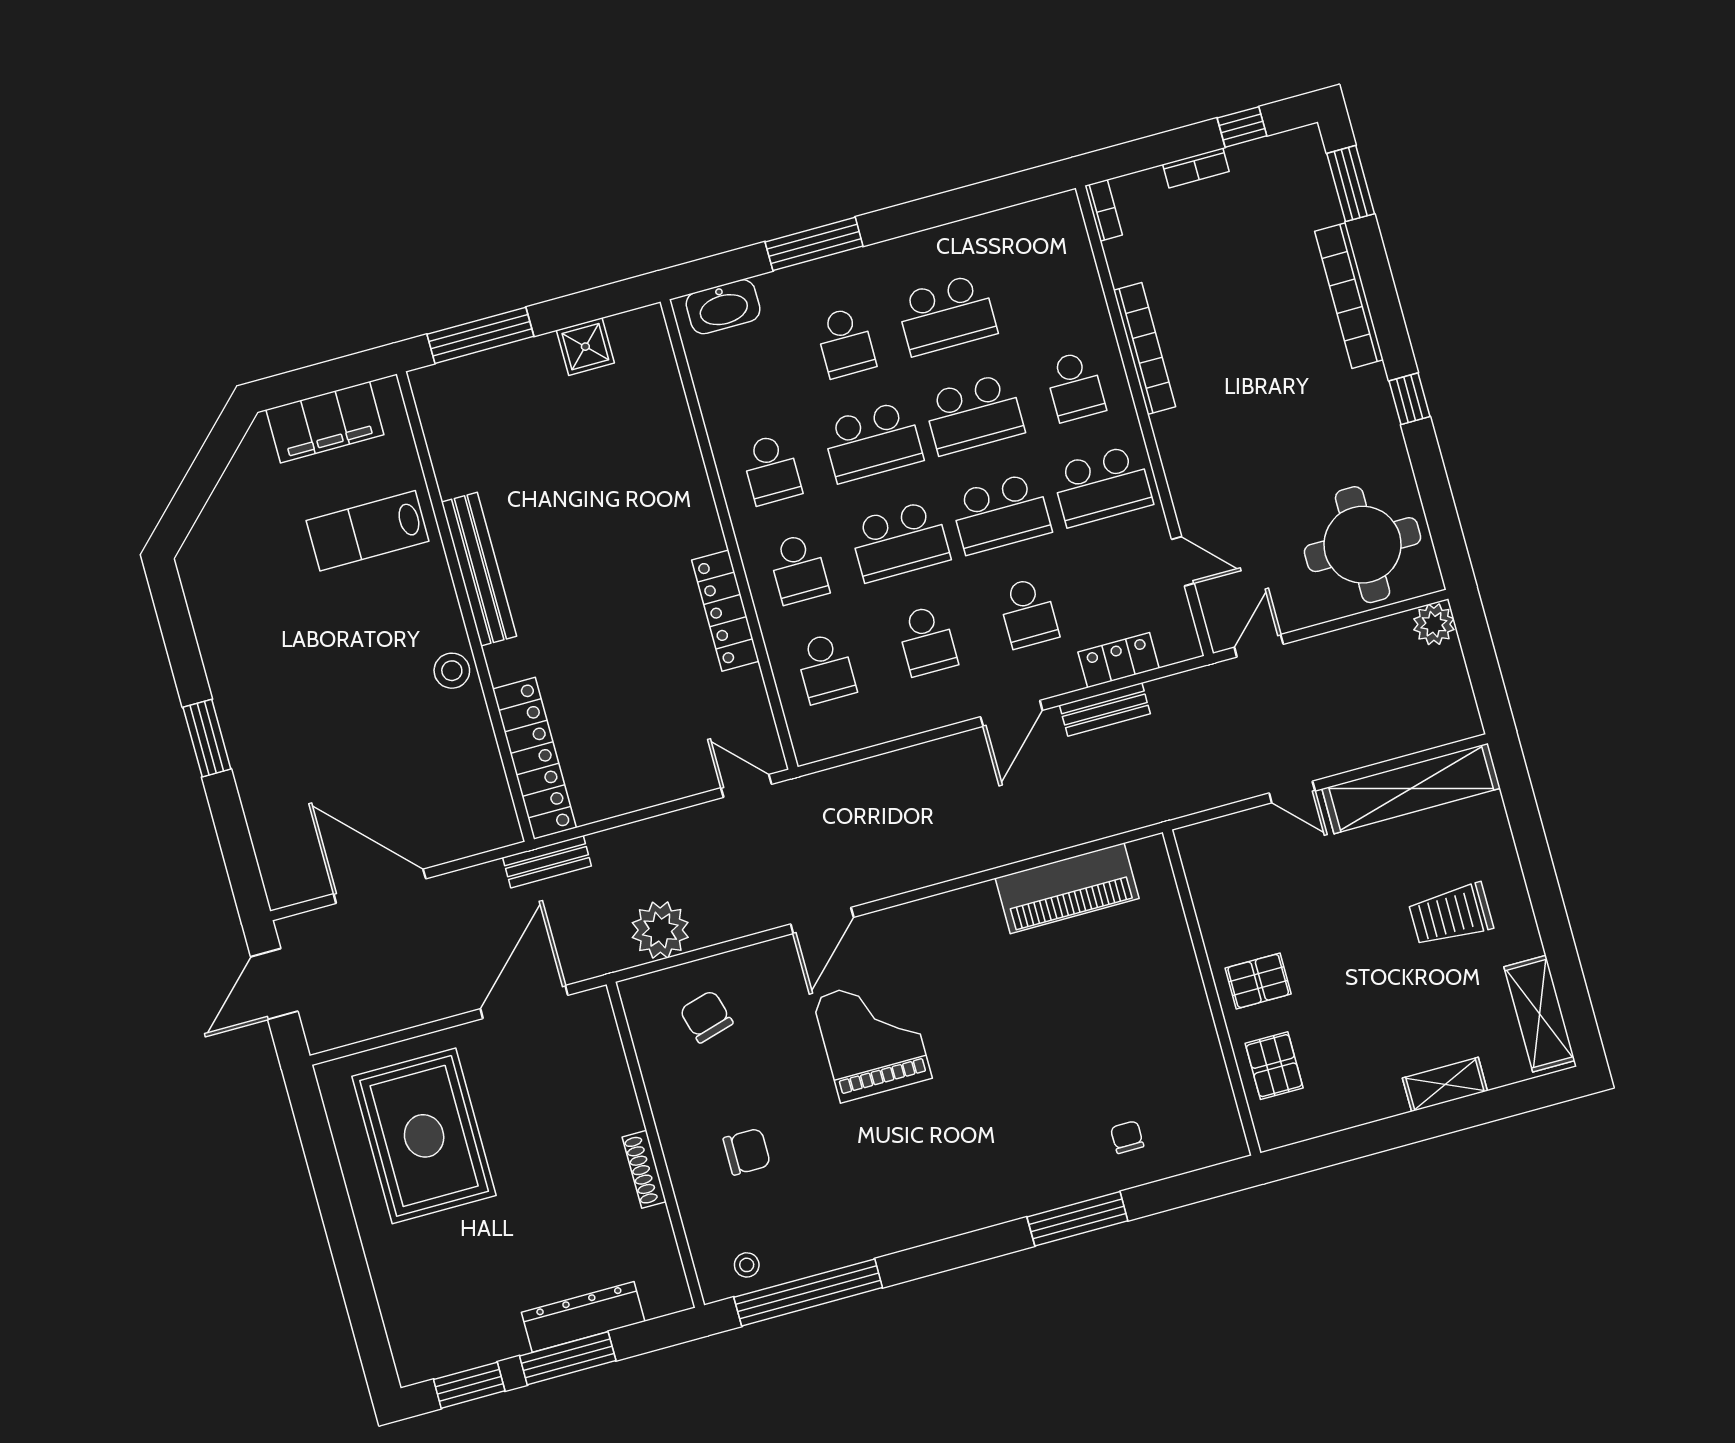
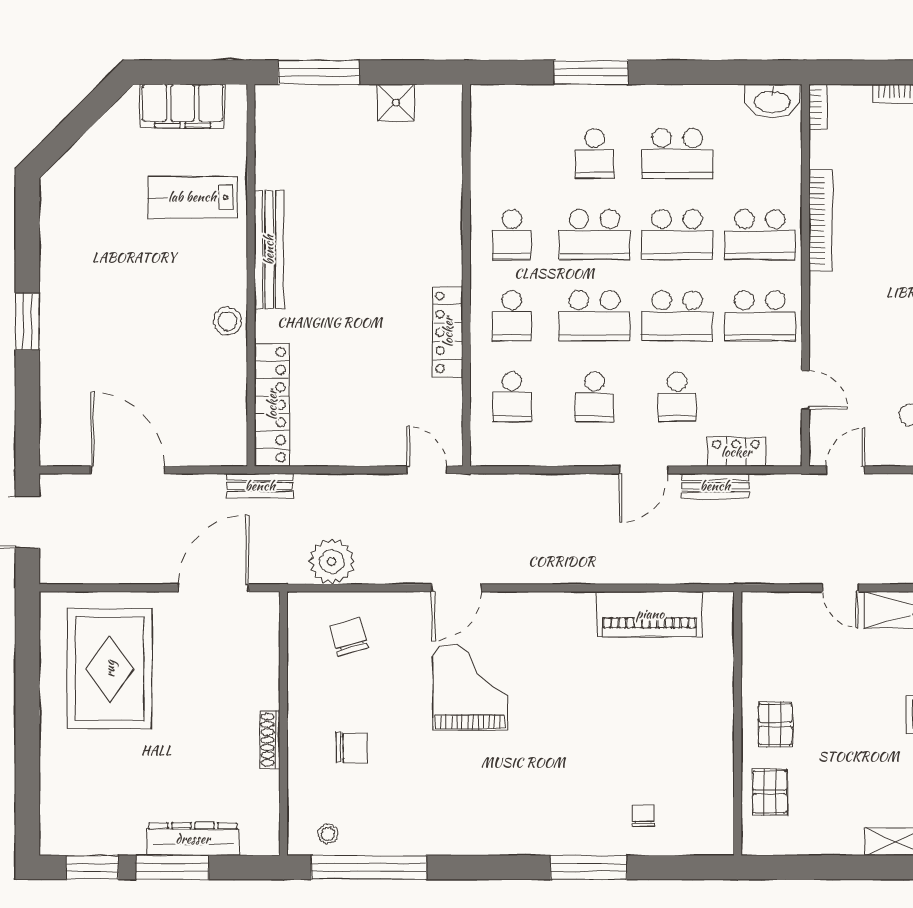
washbasin: (723, 307) -> (772, 101), moved
school desk: (1075, 386) -> (760, 235), width x1.85
pallet: (1258, 981) -> (775, 724), turned 90

